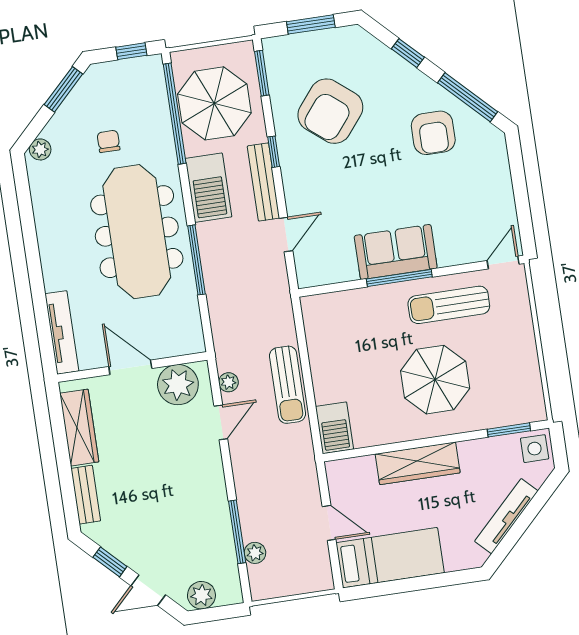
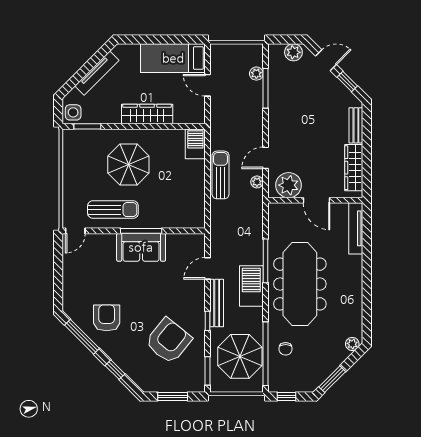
chair: (108, 141) -> (286, 349), moved
barbecue: (209, 188) -> (251, 286), moved

